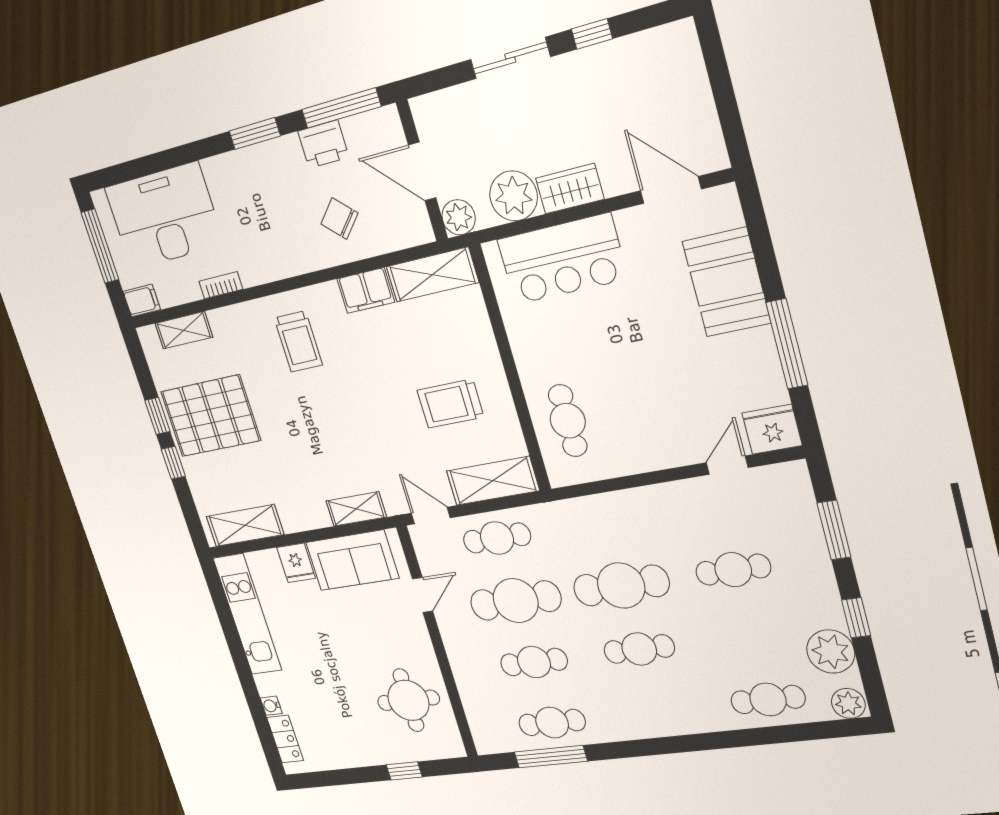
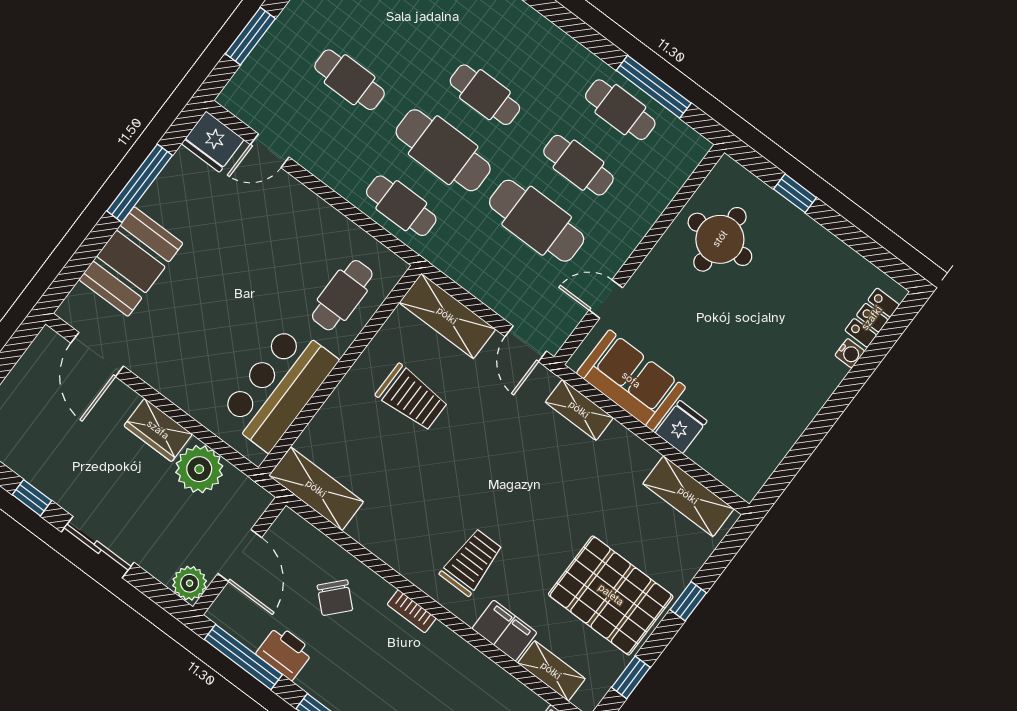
plant: (459, 217) -> (190, 583), moved
bar counter: (562, 259) -> (278, 387), moved, turned -90
bookcase: (221, 285) -> (412, 611), moved
filing cabinet: (366, 290) -> (504, 631), moved
window: (157, 416) -> (631, 677), moved
cafe table: (497, 538) -> (401, 206), moved
kitchen unit: (248, 614) -> (776, 436), removed

